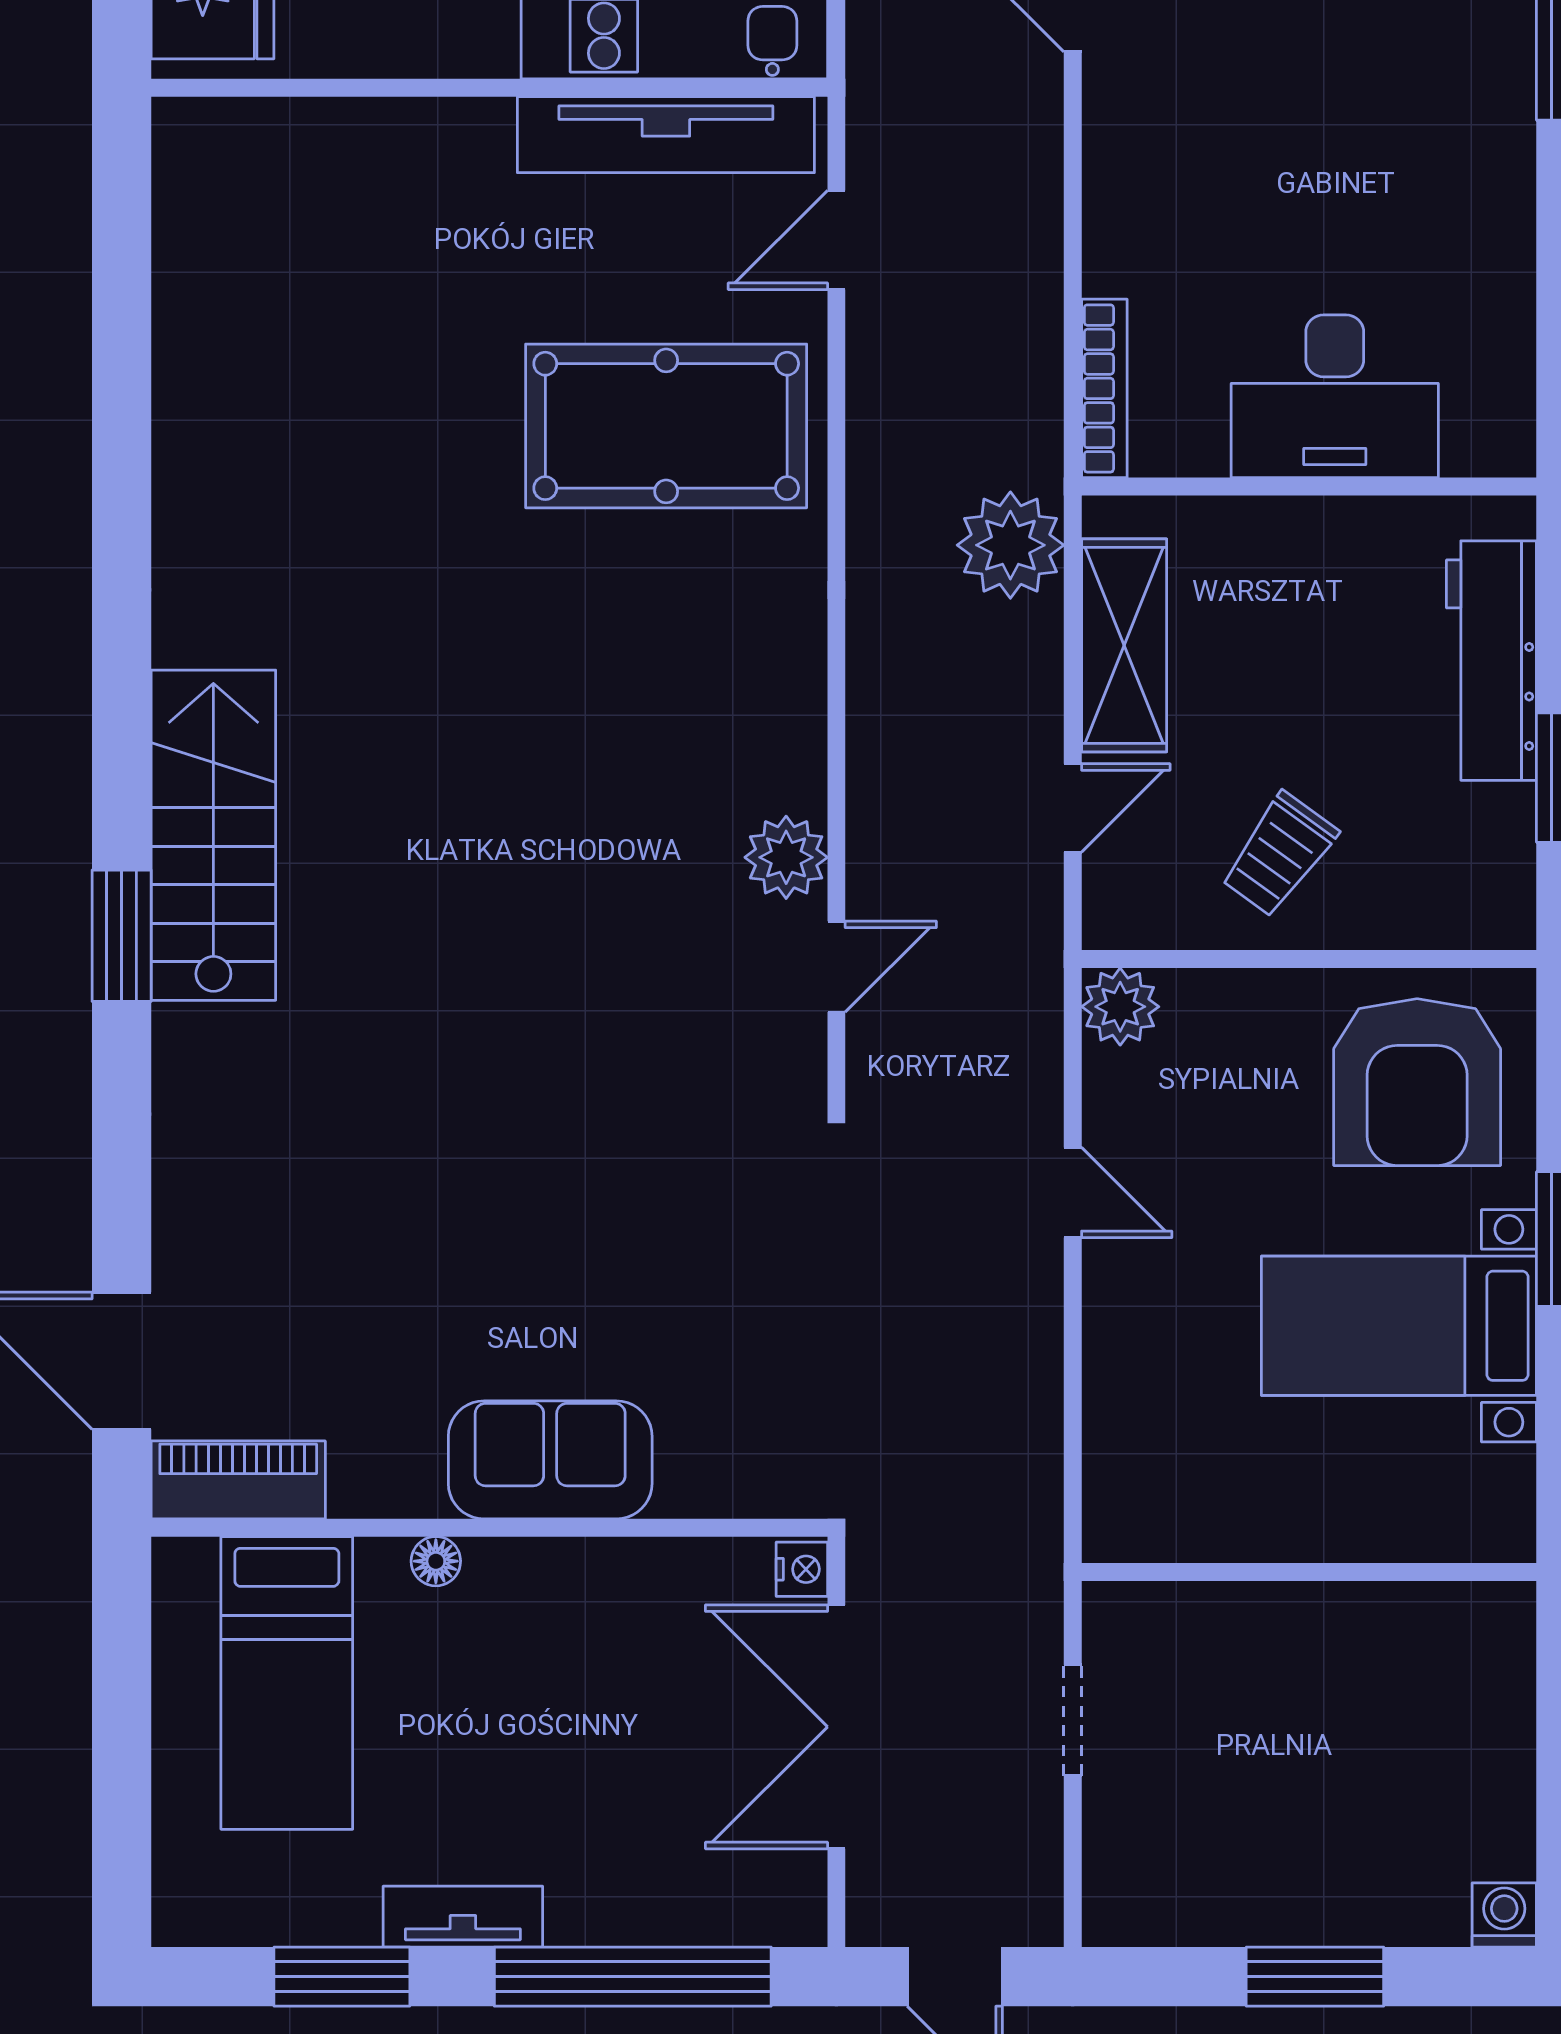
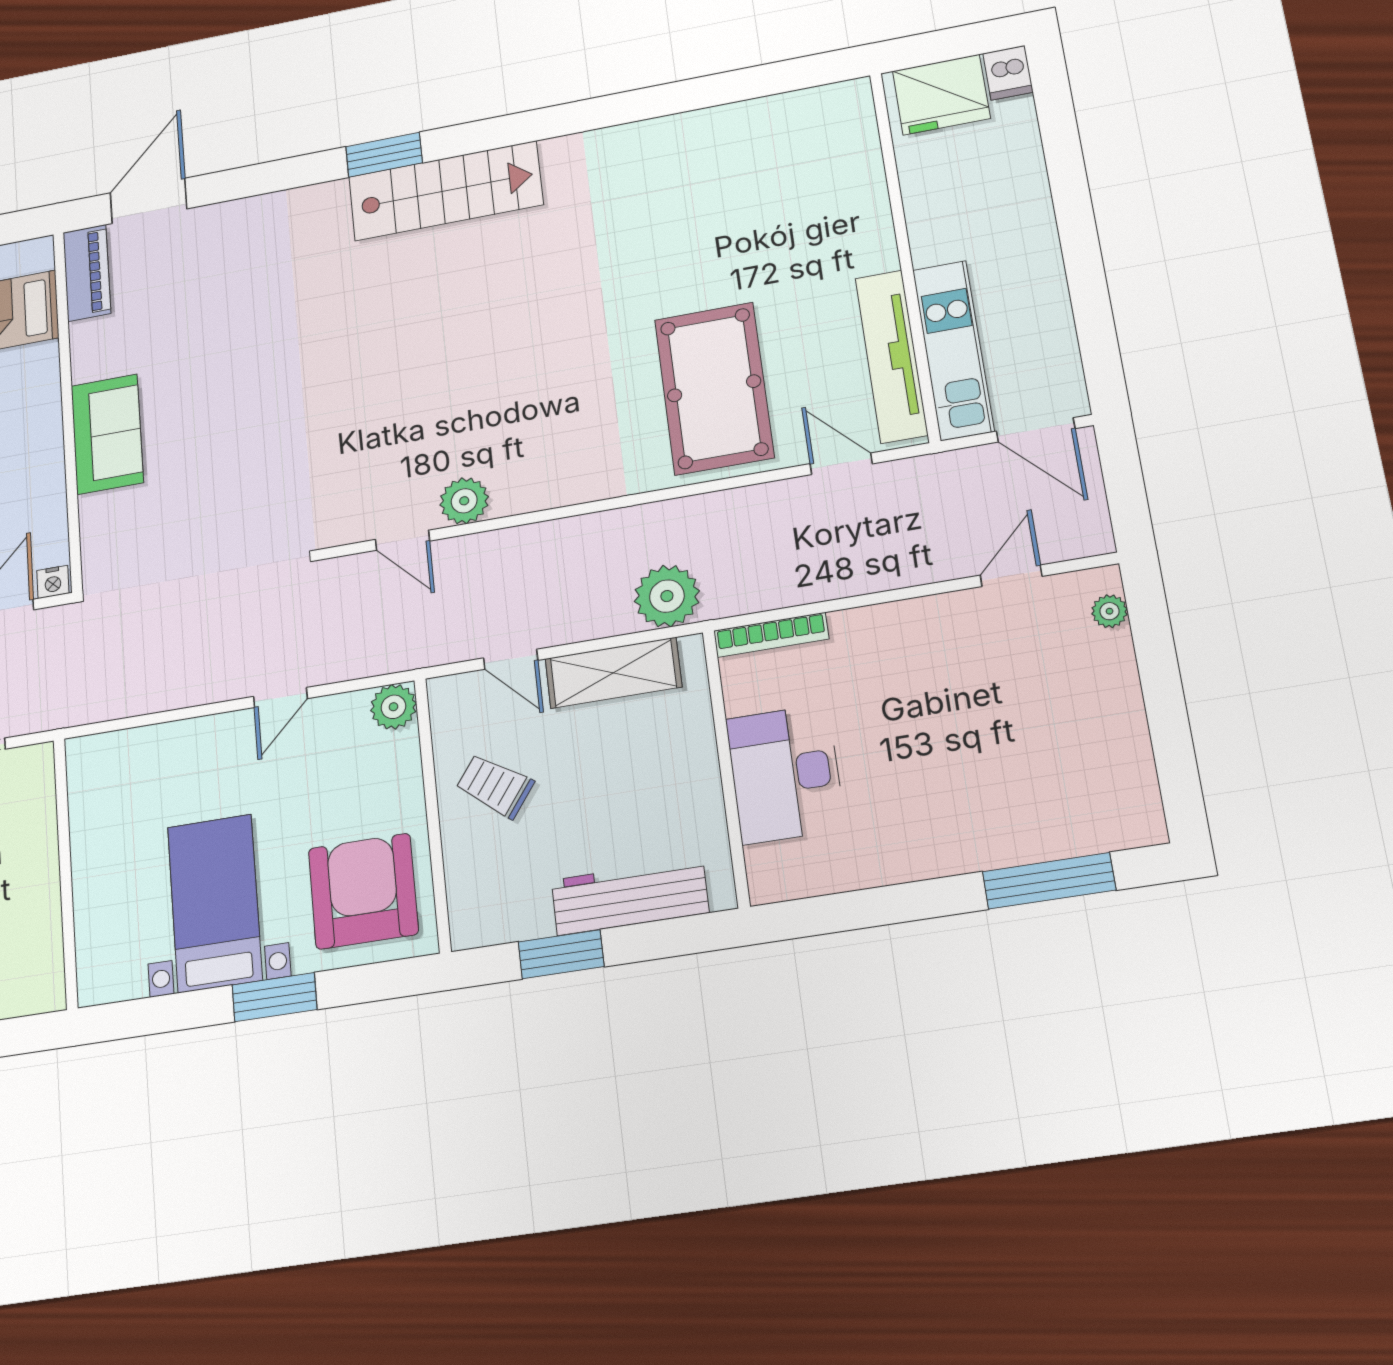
armchair: (1417, 1082) -> (363, 891), turned 90
floor lamp: (436, 1561) -> (48, 384), removed

